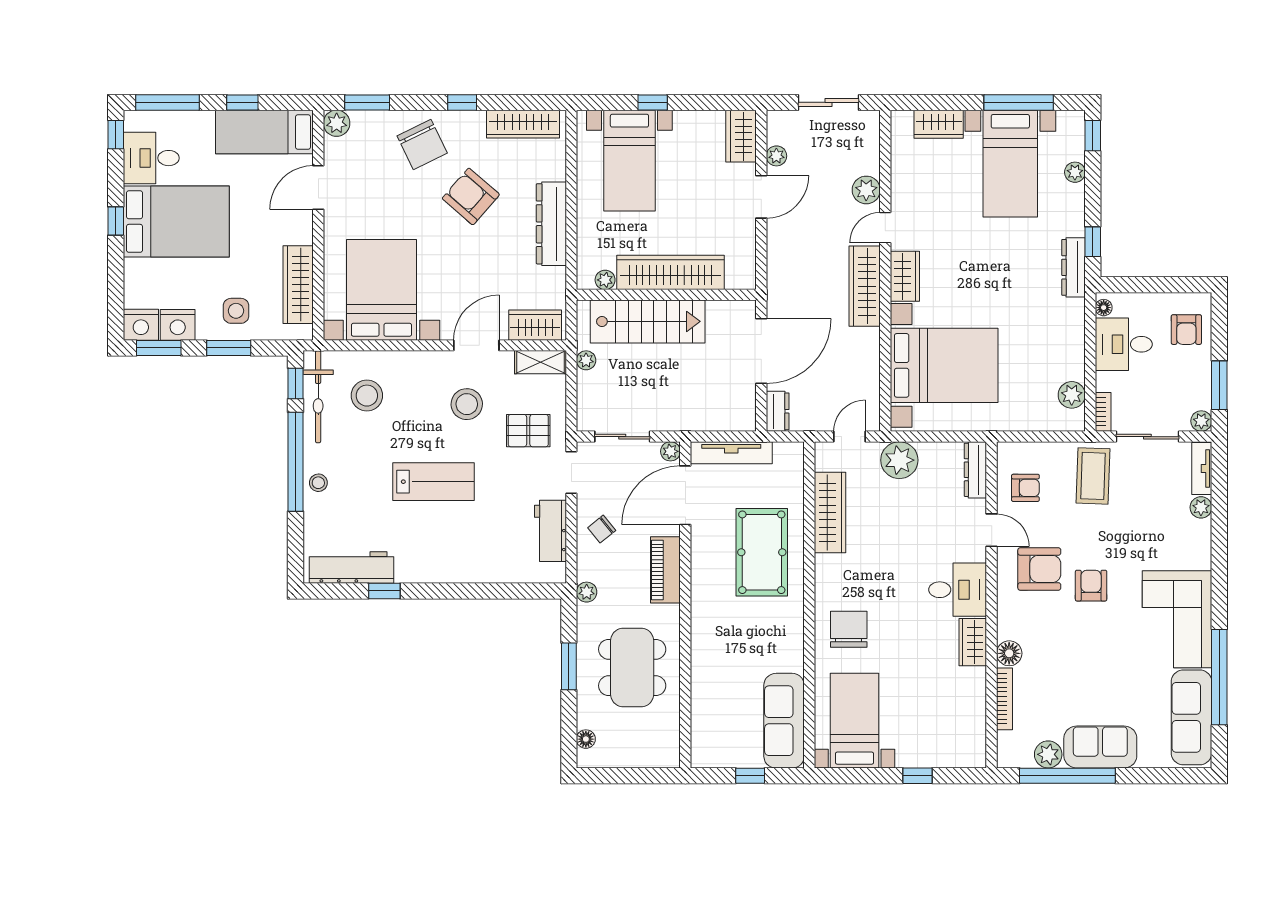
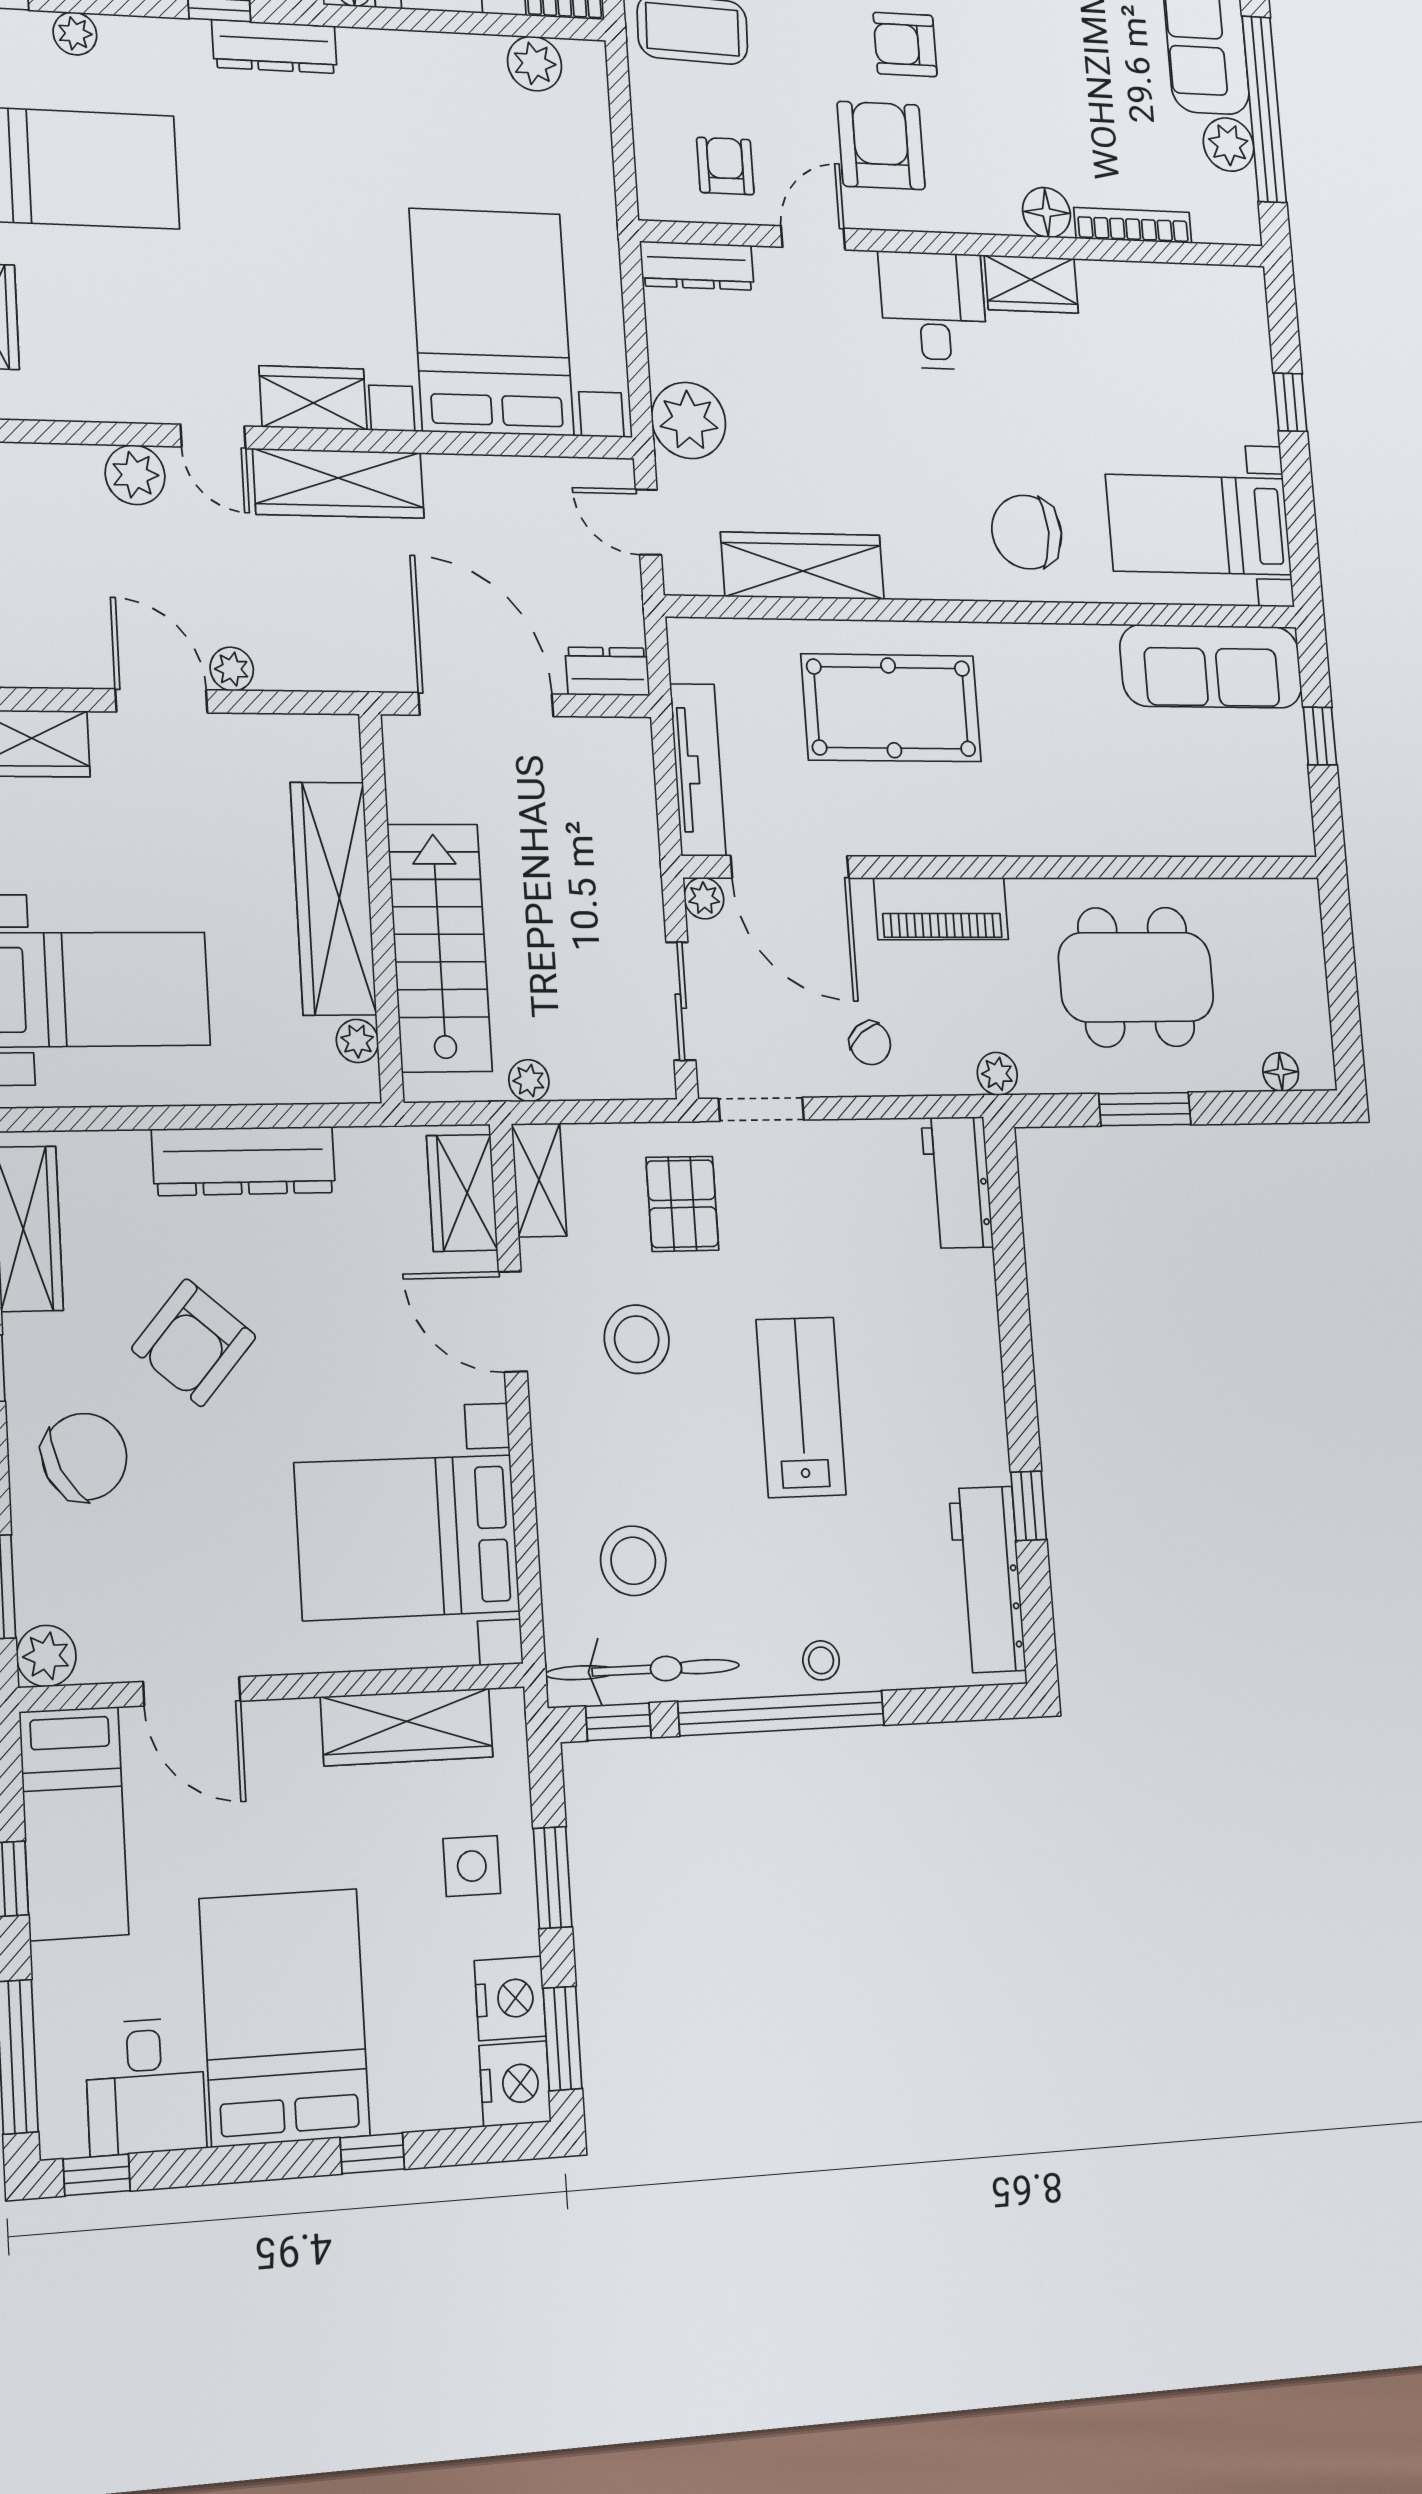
plant: (776, 156) -> (232, 669), moved
window: (116, 221) -> (372, 2153), moved
workbench: (550, 531) -> (957, 1182), moved, turned 90

